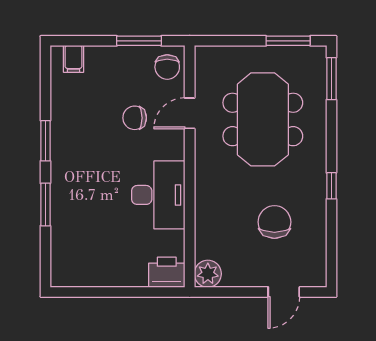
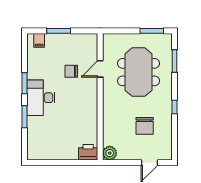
window: (139, 41) -> (59, 31), moved
chair: (167, 67) -> (88, 45), removed
window: (331, 79) -> (175, 61), moved
desk: (158, 195) -> (41, 98), moved, turned 180
chair: (274, 222) -> (145, 126), turned 180

